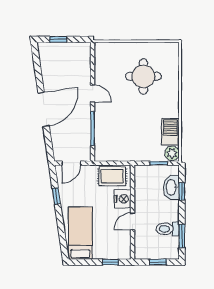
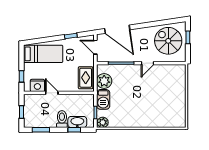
spiral stairs: (63, 66) -> (168, 41), added
round table: (143, 76) -> (160, 101), removed
door: (44, 109) -> (117, 29), moved
barbecue: (170, 132) -> (103, 99), moved, turned 90
plant: (117, 151) -> (104, 81), added
nightstand: (123, 199) -> (37, 85), moved
toilet: (168, 229) -> (62, 119), moved

